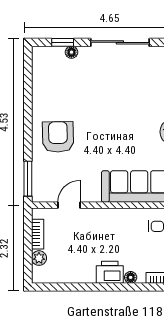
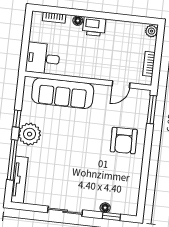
sliding door: (120, 42) -> (65, 211), width x0.73
plant: (39, 258) -> (151, 31), moved

